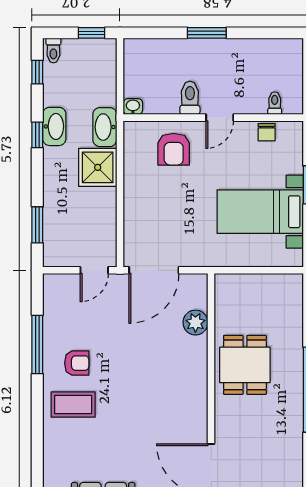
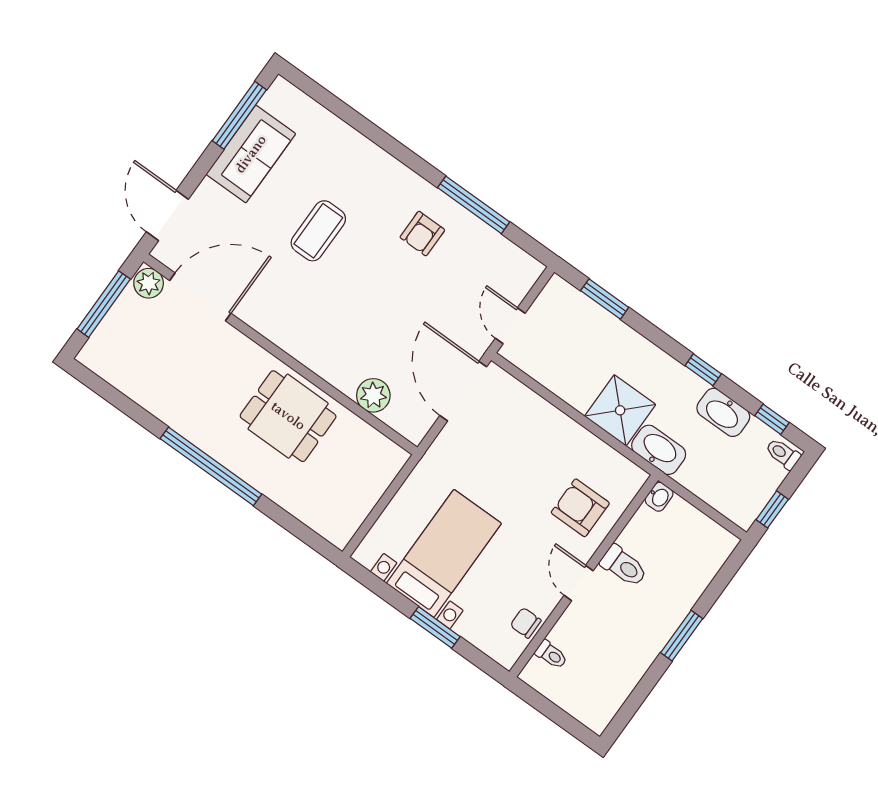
washbasin: (54, 126) -> (723, 412), moved
coffee table: (73, 405) -> (318, 231), moved

